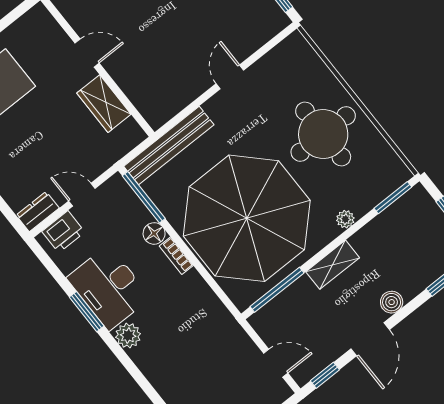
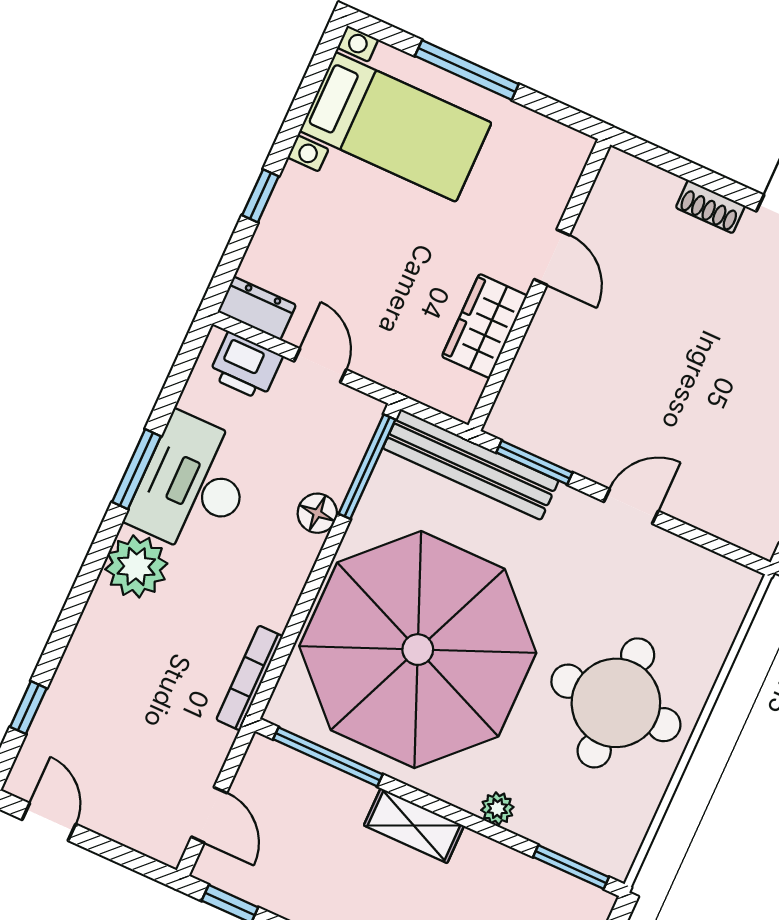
window: (184, 113) -> (534, 463), added
bookcase: (176, 256) -> (250, 678), moved, width x1.56
plant: (128, 336) -> (136, 566), width x1.36, depth x1.36

